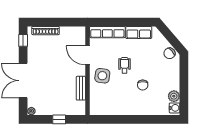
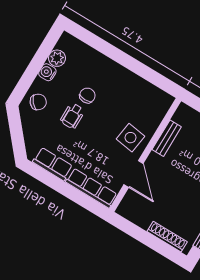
chair: (170, 53) -> (38, 102), moved
wheelchair: (125, 65) -> (72, 116), moved
water cooler: (174, 108) -> (47, 72), moved

